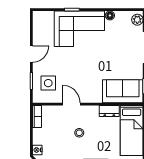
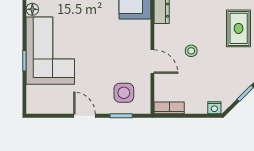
door: (71, 104) -> (152, 62), swing flipped

